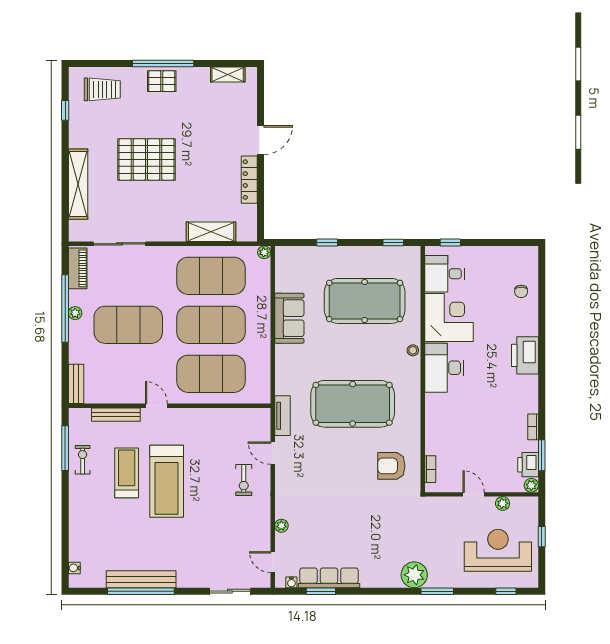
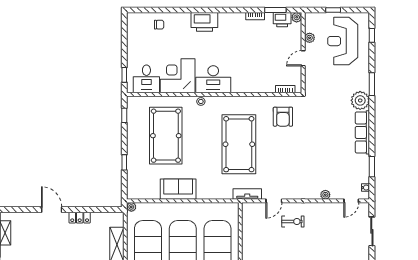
locker: (249, 180) -> (80, 218), width x0.66
row of seats: (329, 578) -> (362, 132), moved

